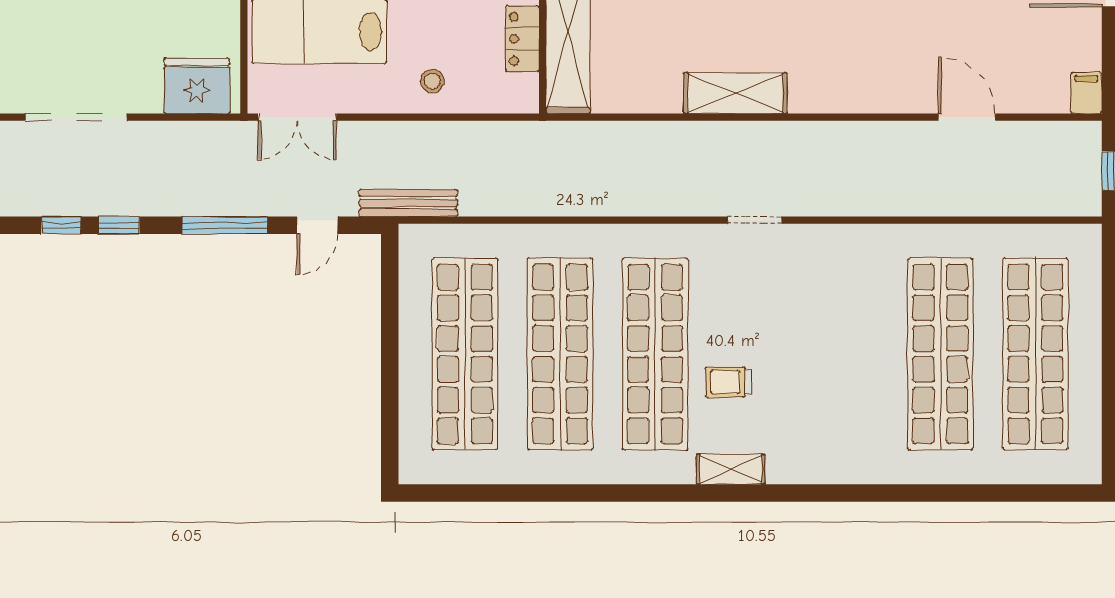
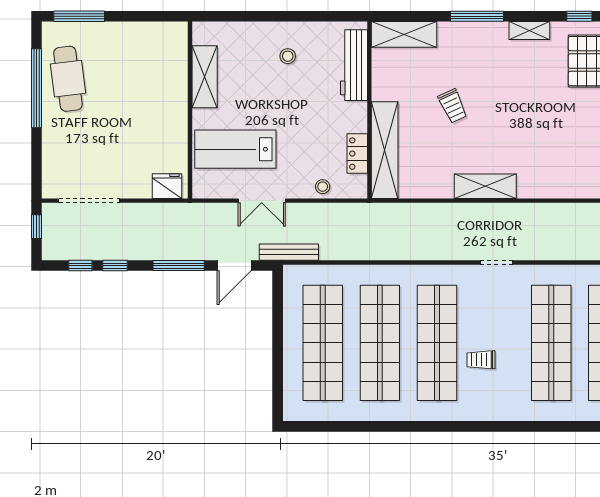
stool: (432, 81) -> (323, 187), moved
fridge: (197, 86) -> (167, 186), width x0.73, depth x0.75
double door: (297, 117) -> (262, 201), moved
door: (317, 225) -> (234, 266), width x1.38
shop shelf: (845, 354) -> (551, 343), added
shelving: (731, 469) -> (482, 412), removed

